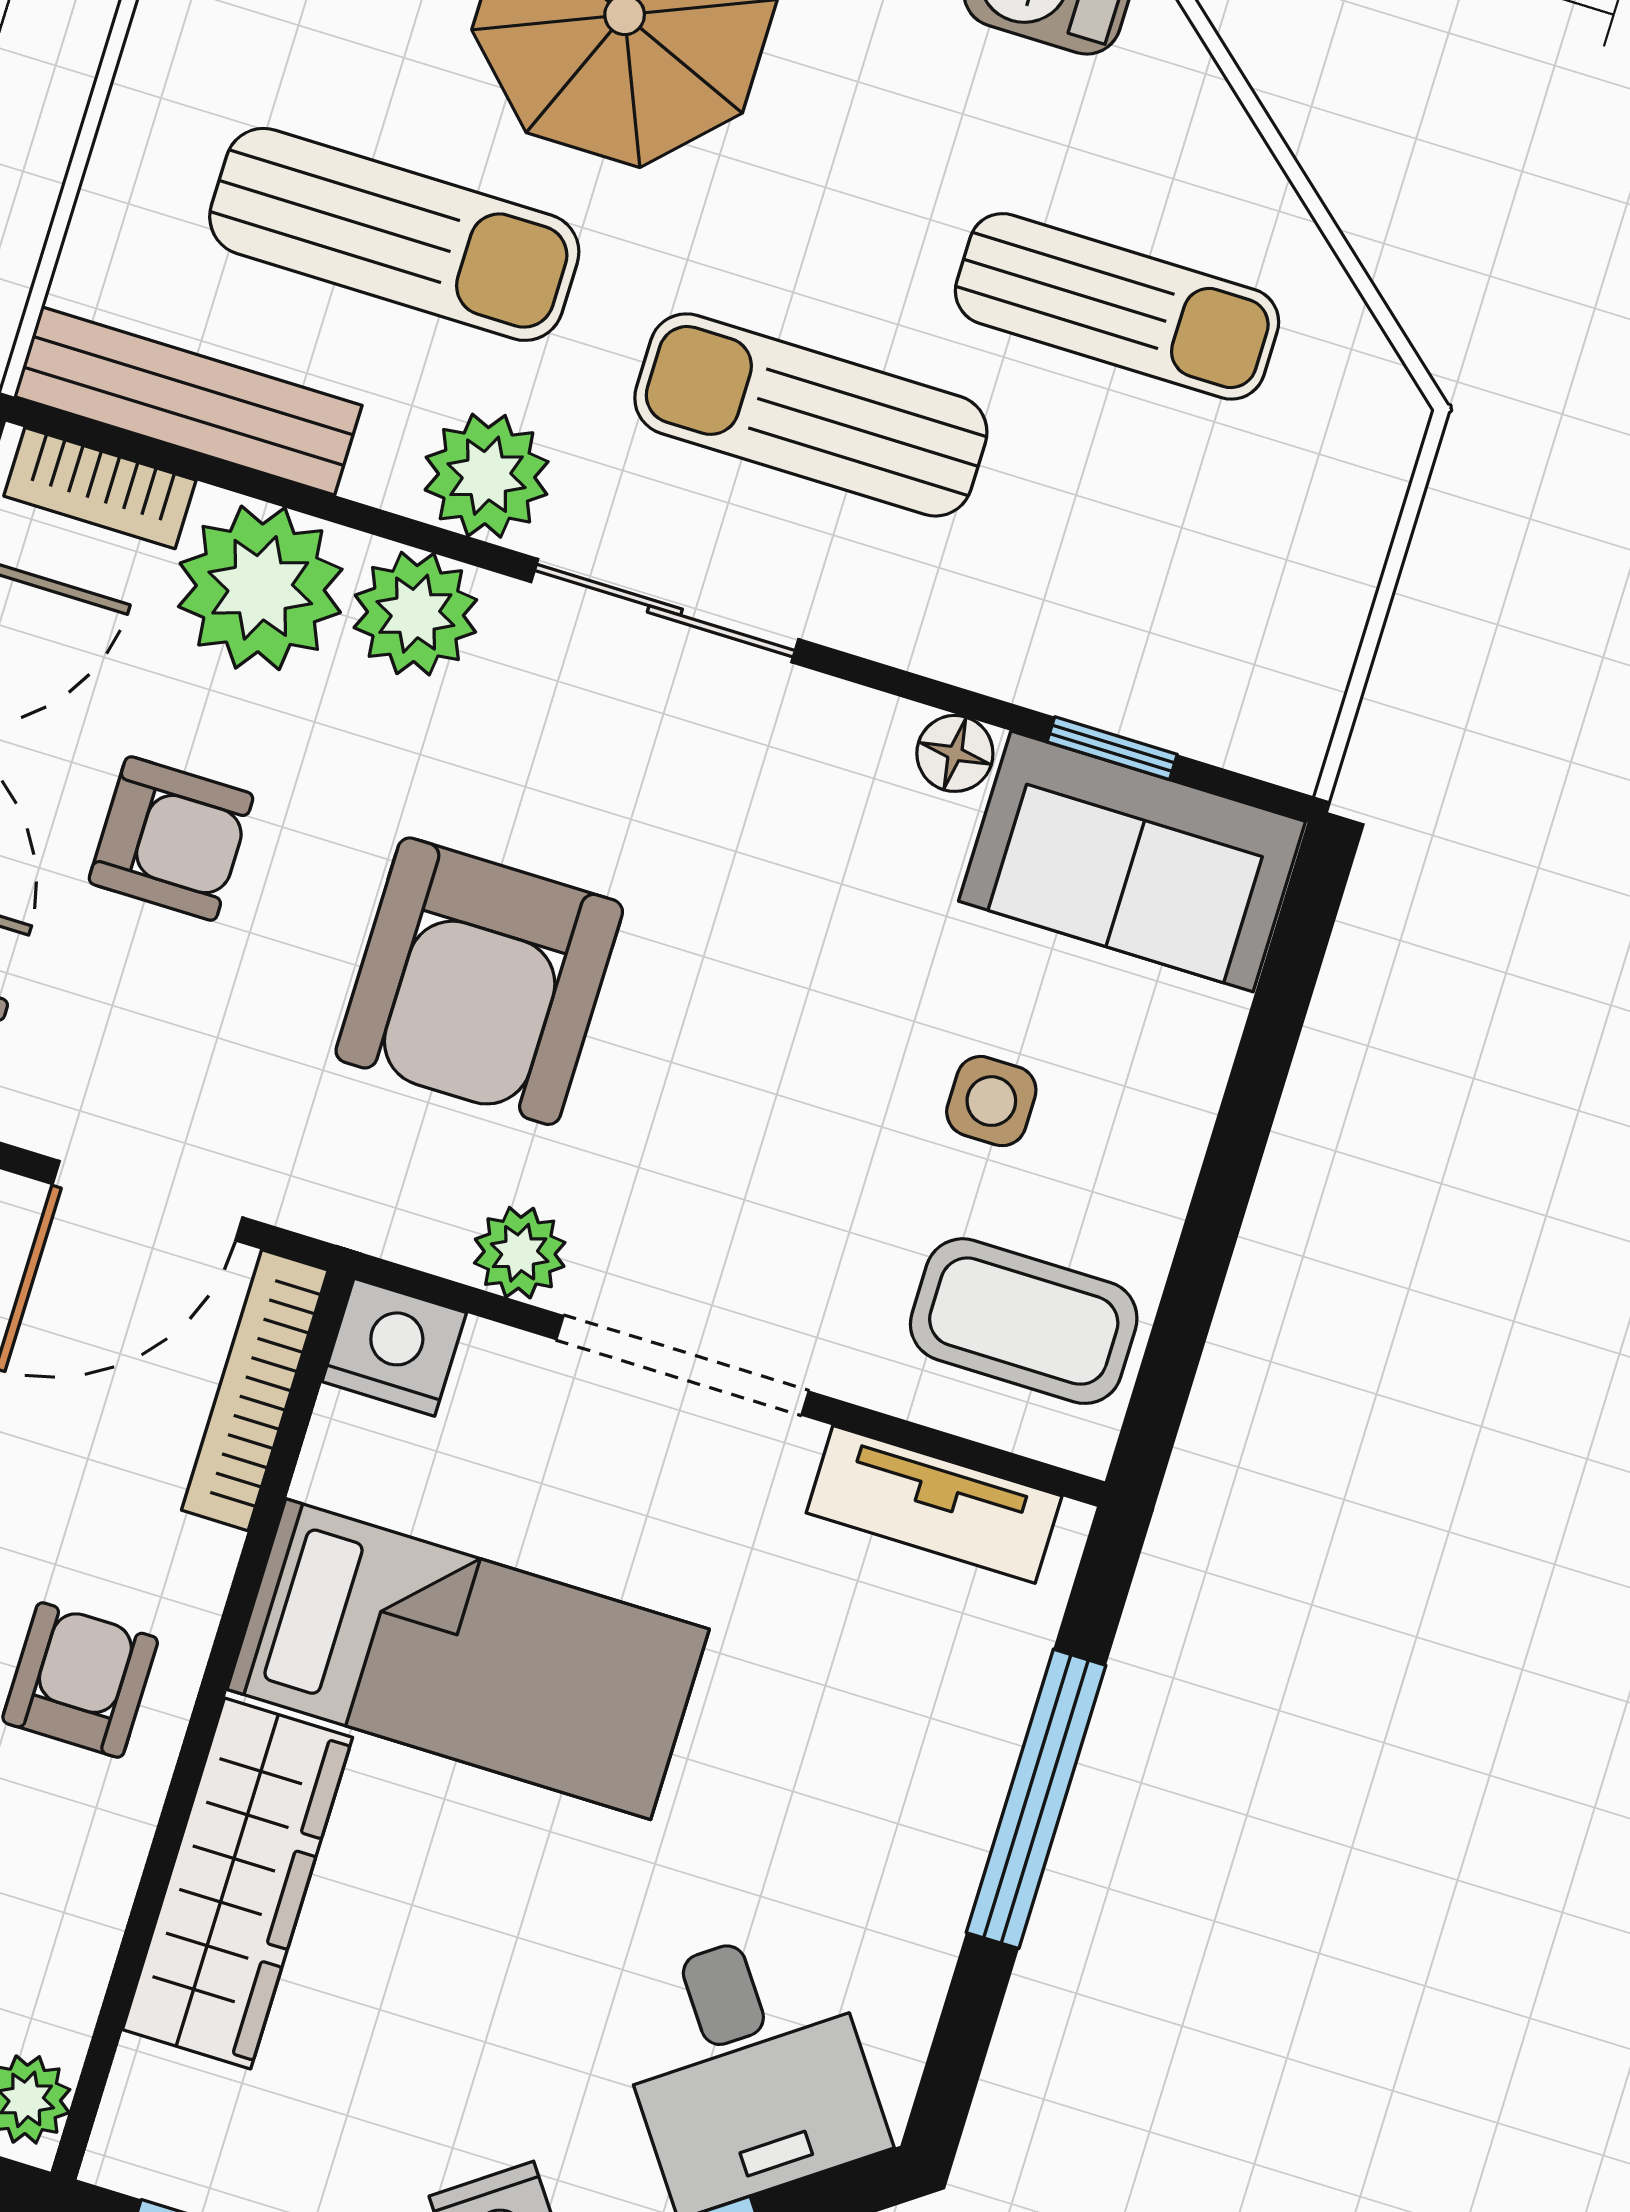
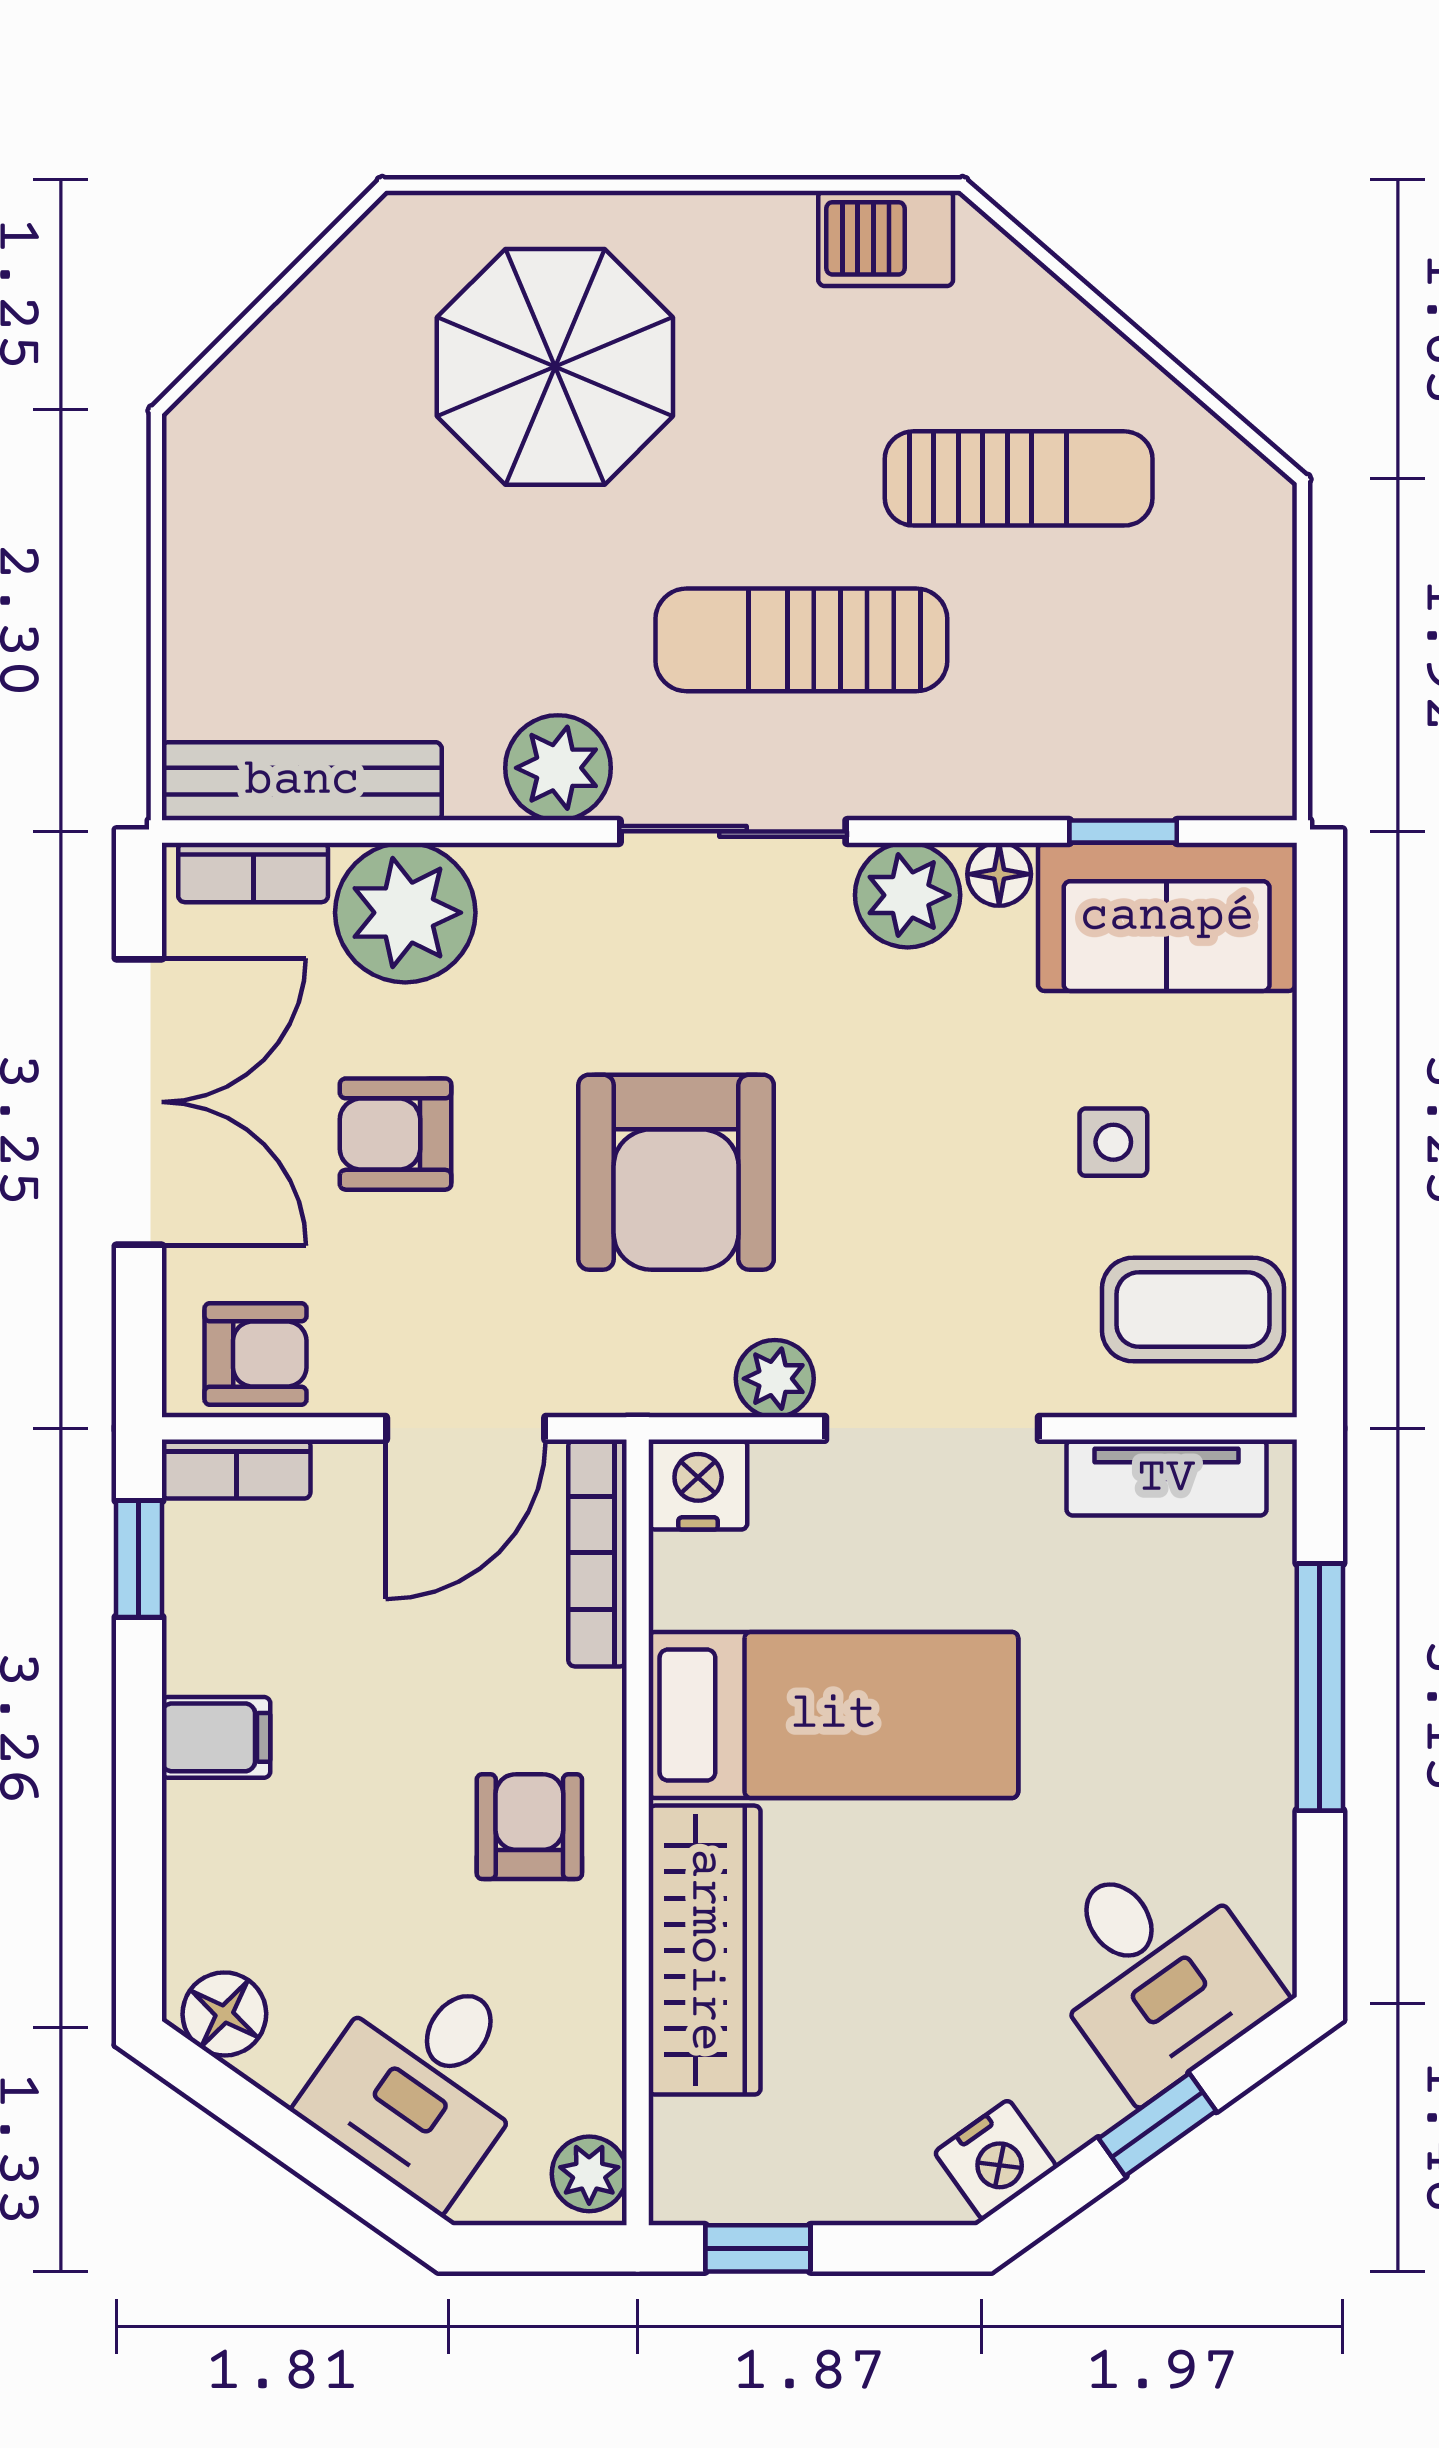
sun lounger: (394, 234) -> (425, 598), removed
plant: (415, 614) -> (908, 895), moved
armchair: (171, 839) -> (396, 1134), turned 180

